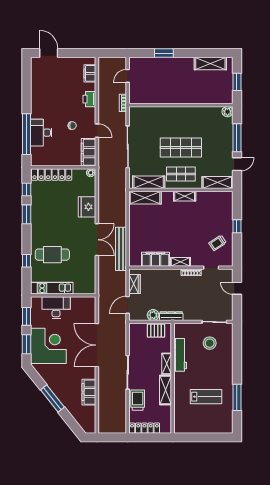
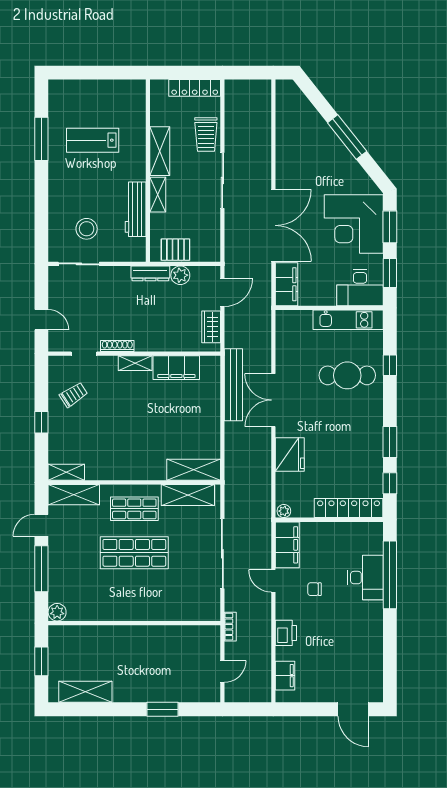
shelving: (185, 196) -> (66, 472), moved
desk: (56, 308) -> (360, 288), moved
filing cabinet: (89, 392) -> (287, 284), moved

